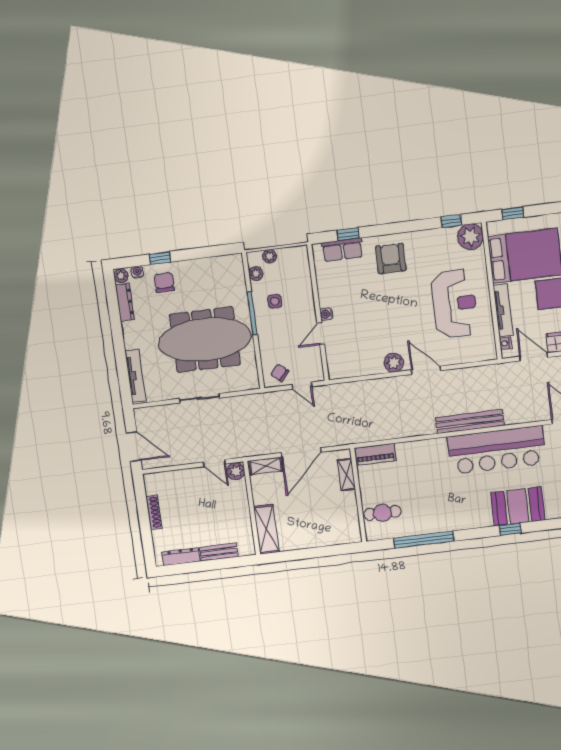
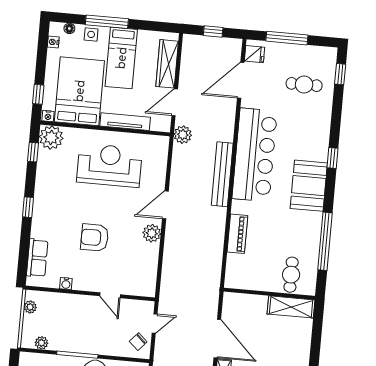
window: (348, 234) -> (28, 207), moved
plant: (270, 256) -> (30, 307), moved
armchair: (391, 259) -> (95, 238), moved
side table: (275, 301) -> (71, 331), removed
water cooler: (326, 314) -> (66, 284), moved
nightstand: (505, 343) -> (48, 116), moved
plant: (502, 372) -> (183, 135), added
piano: (375, 454) -> (237, 234), moved
shelving: (346, 475) -> (291, 307), moved, width x1.50, depth x1.33
booth: (518, 506) -> (309, 186), moved

